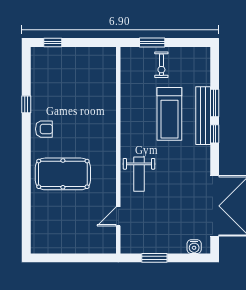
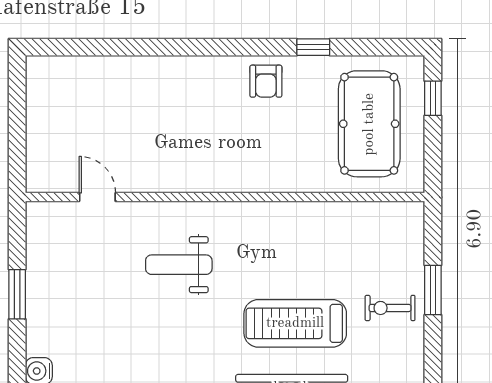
wall: (118, 150) -> (225, 197), moved
pool table: (63, 174) -> (369, 124), moved
door: (118, 216) -> (97, 197), moved

